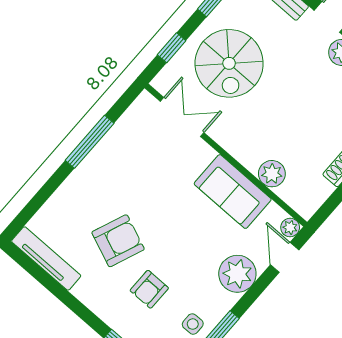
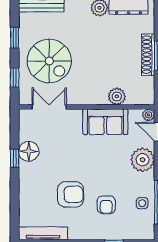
window: (90, 142) -> (15, 158), width x0.46
floor lamp: (113, 148) -> (29, 151), added
armchair: (118, 241) -> (70, 194), turned 68

